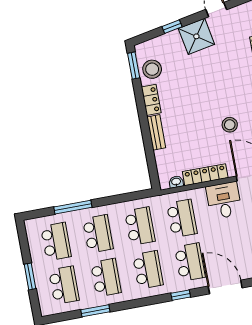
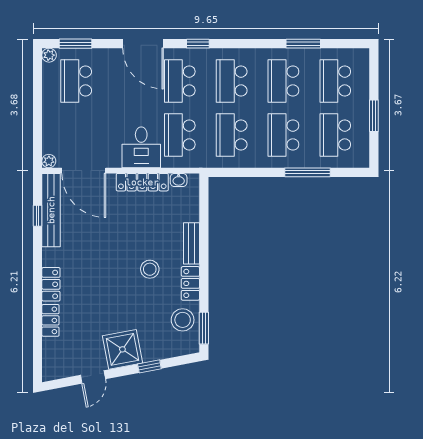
stool: (230, 125) -> (150, 269), moved
desk: (224, 200) -> (141, 147), moved
window: (30, 276) -> (374, 116), moved

